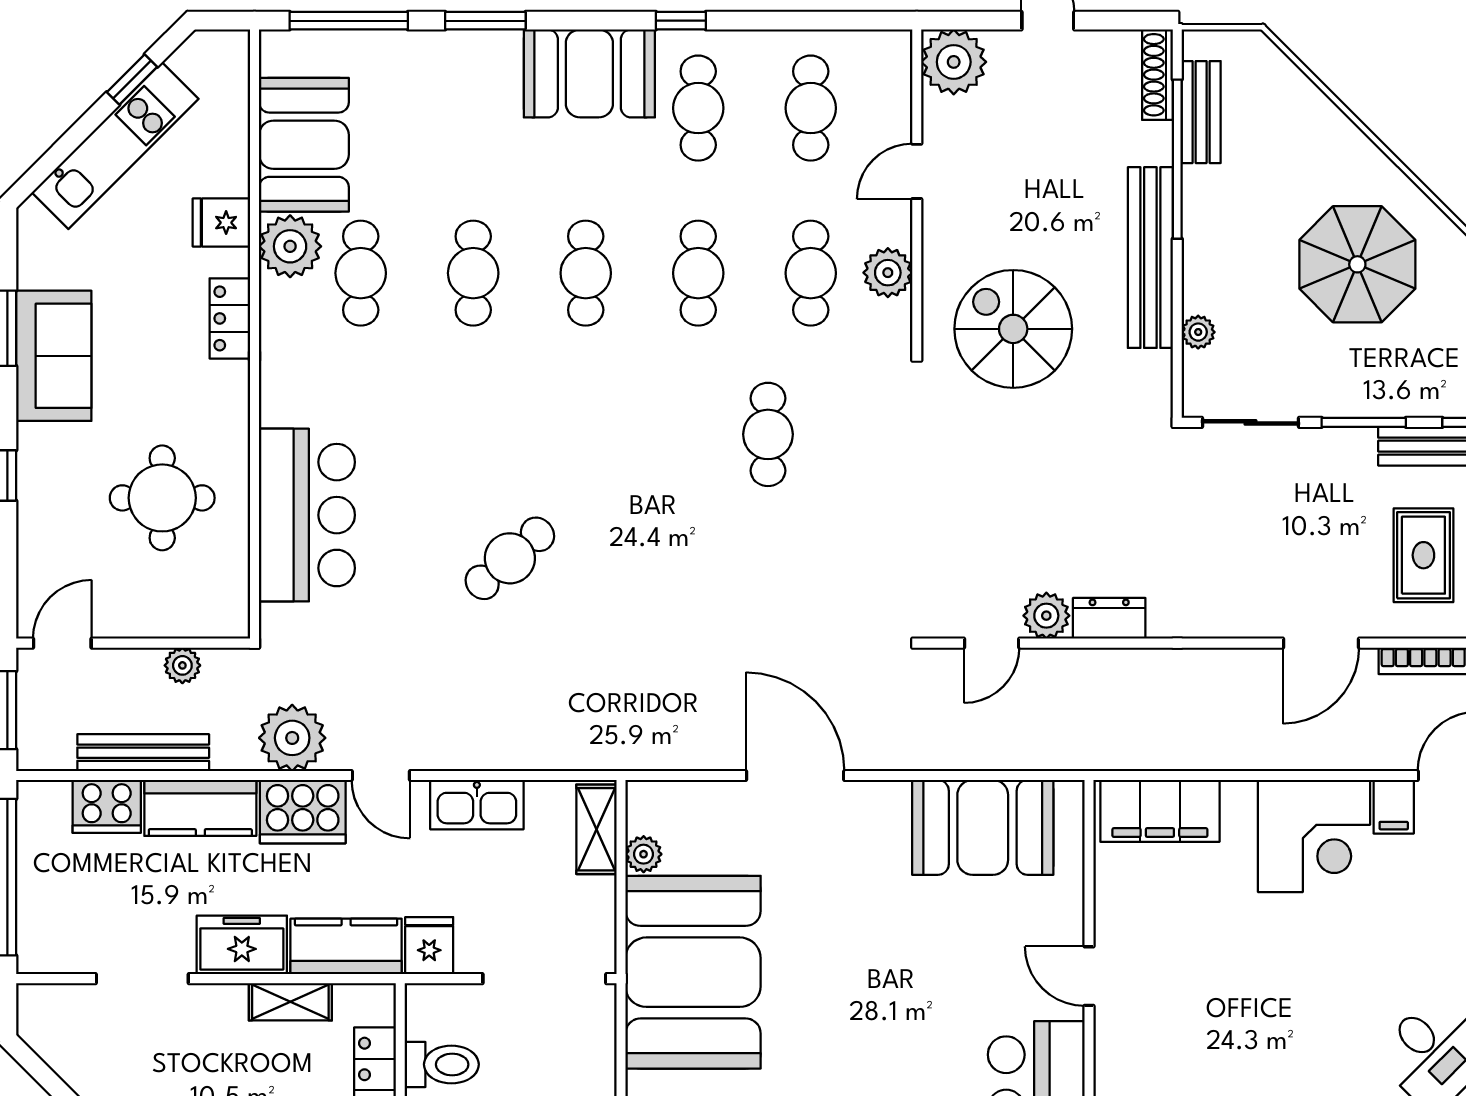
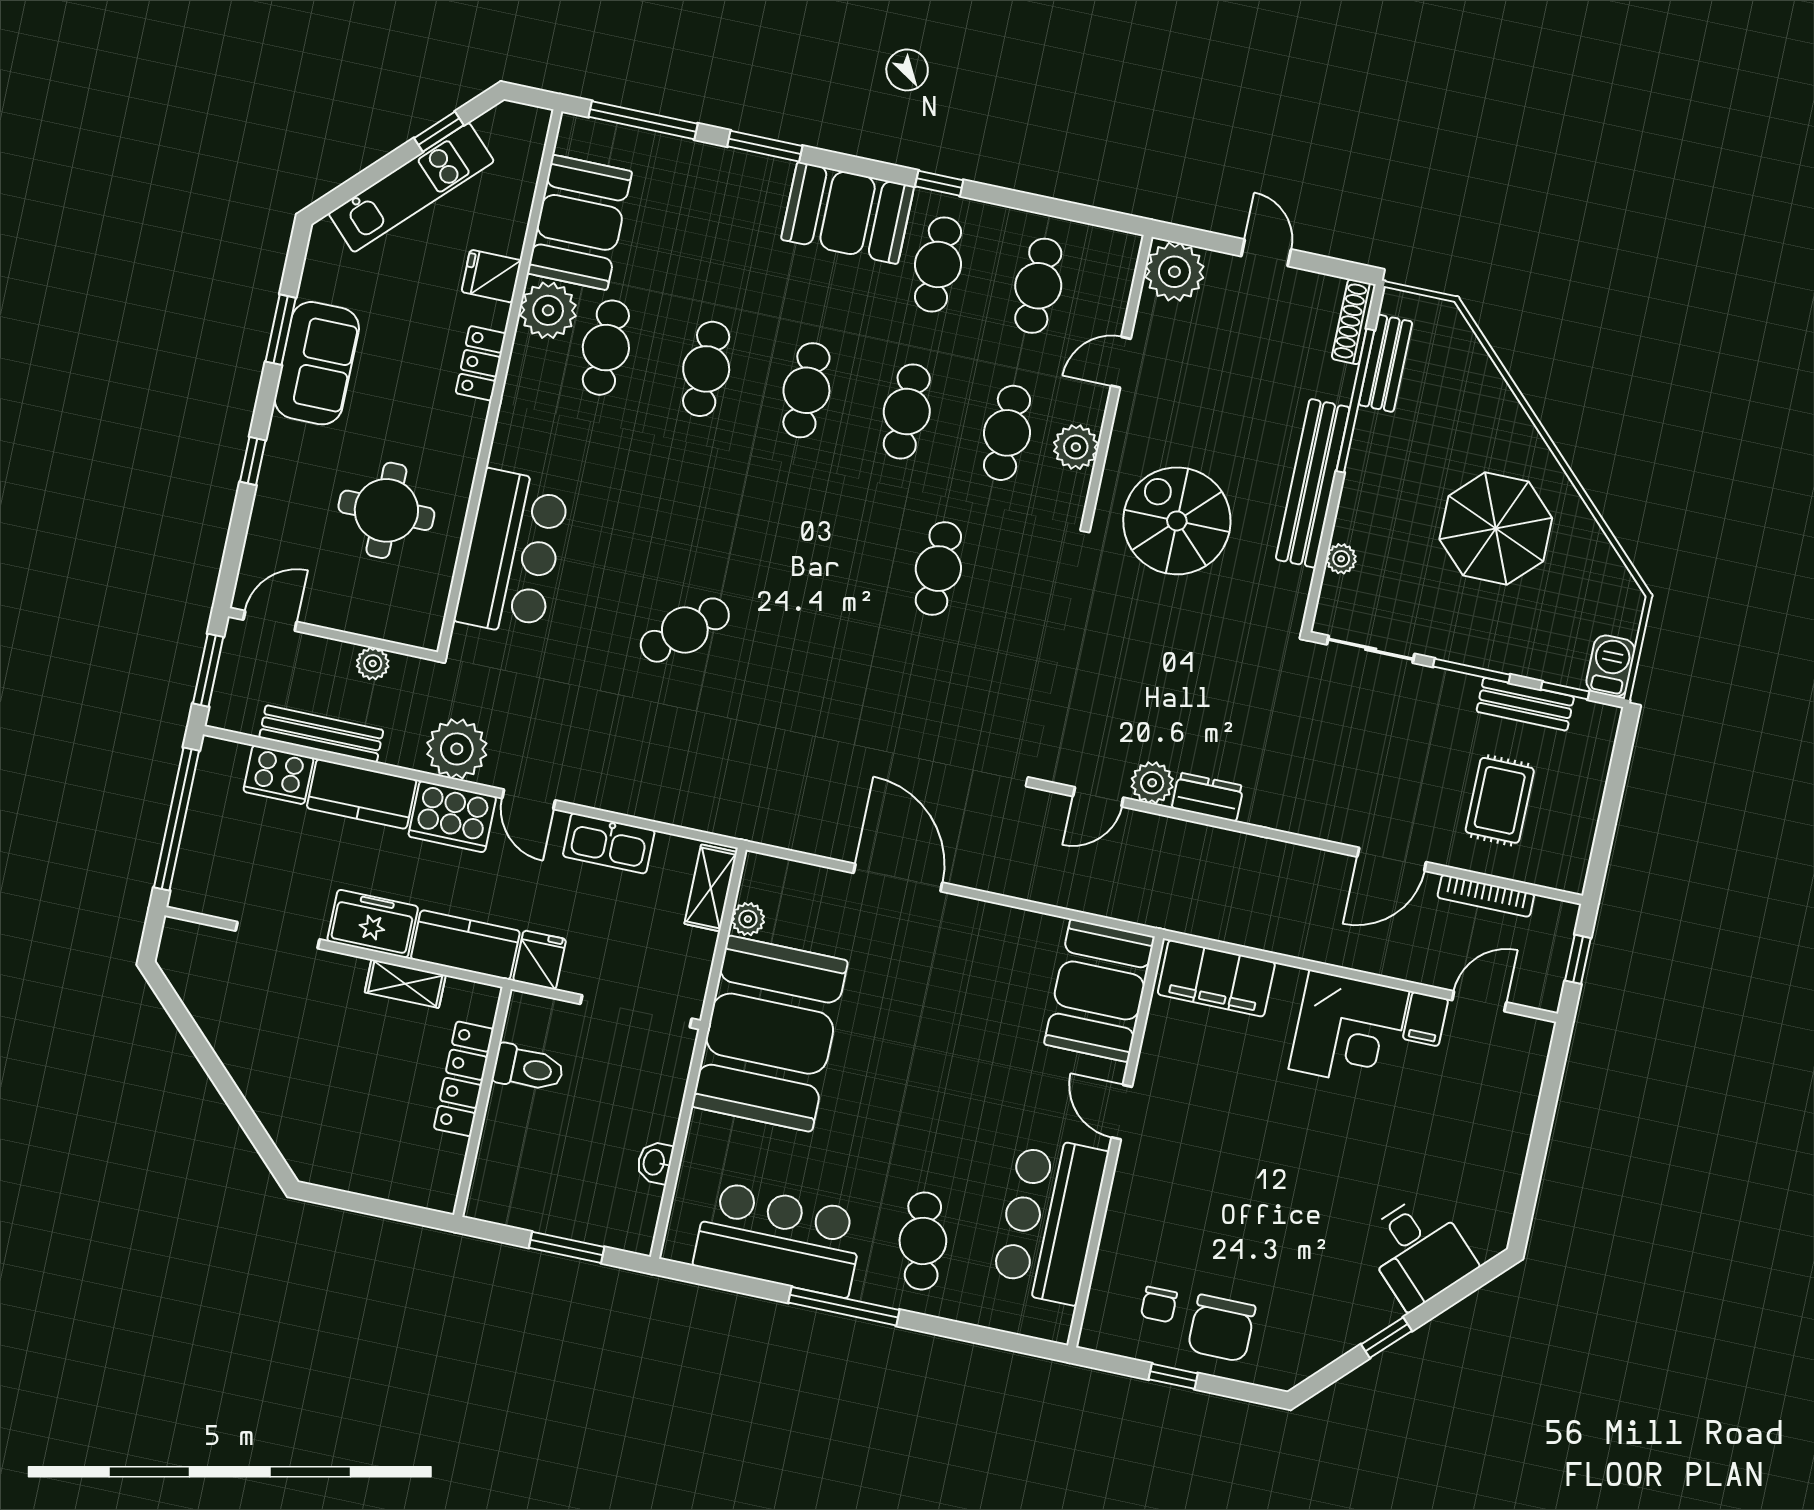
booth: (983, 827) -> (1099, 990), moved, turned 90

